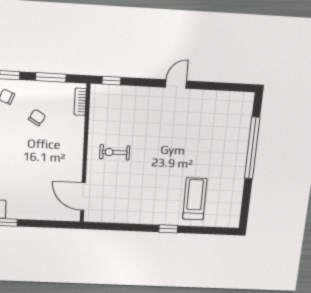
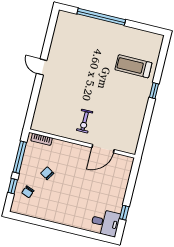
window: (51, 77) -> (20, 157), width x1.44
window: (111, 81) -> (30, 114), removed
door: (83, 197) -> (103, 149), moved

